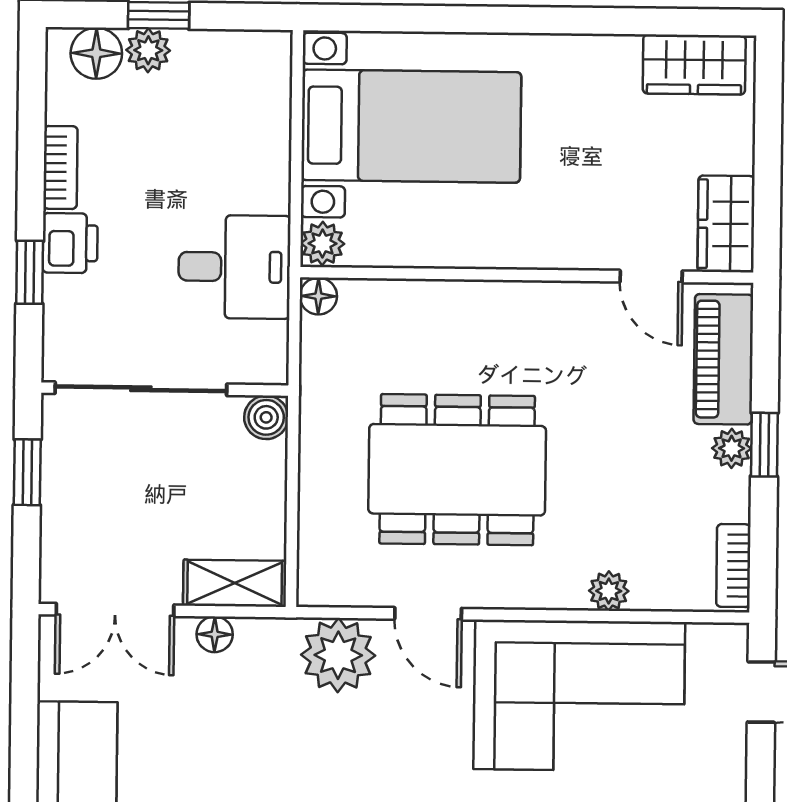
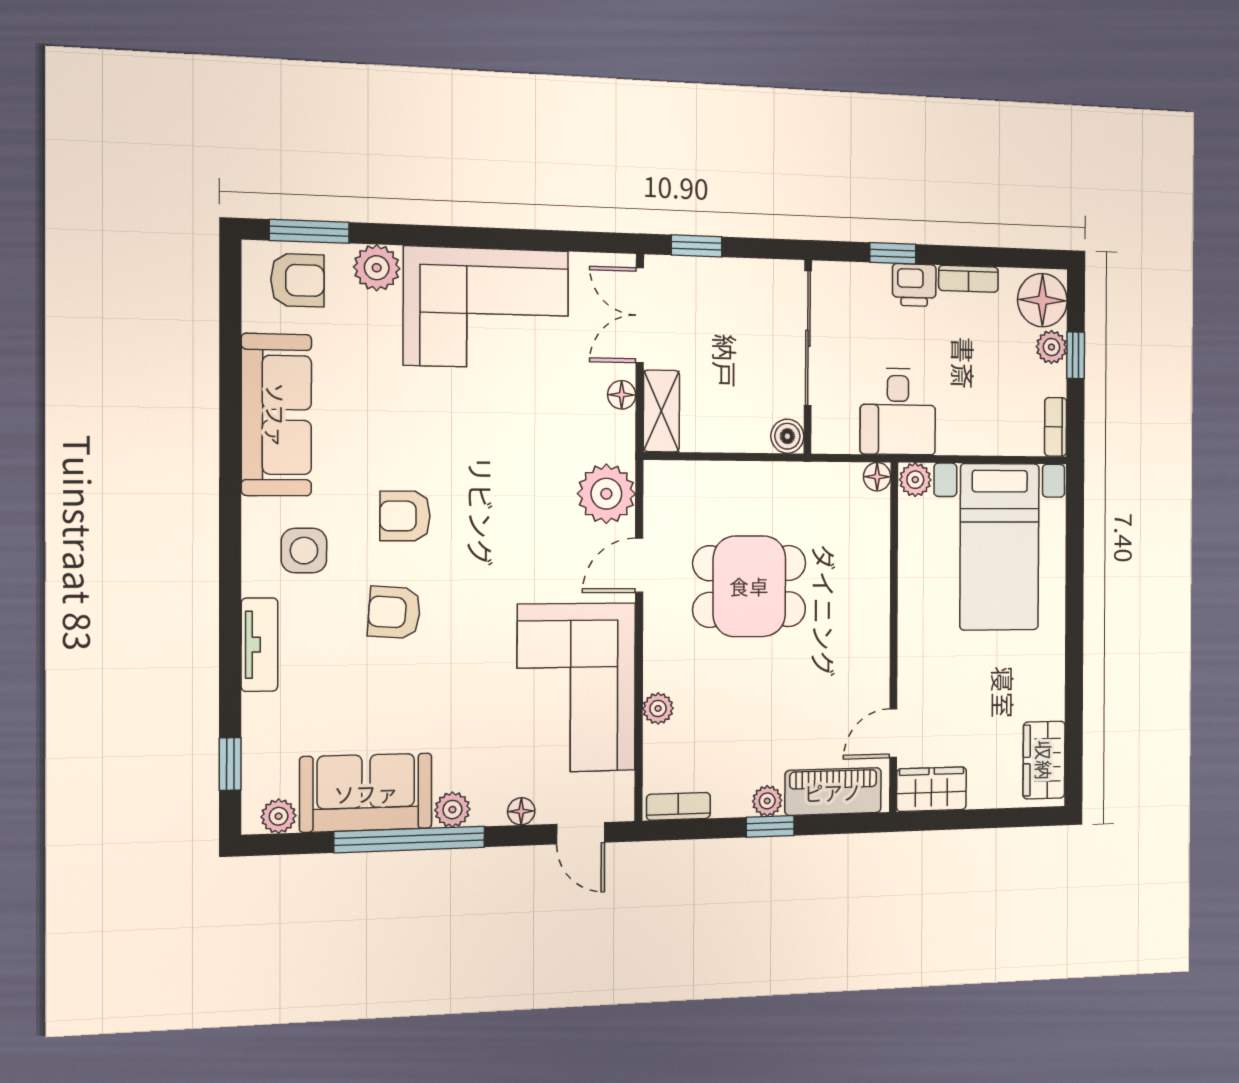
bookcase: (254, 45) -> (1056, 427), added
floor lamp: (96, 53) -> (1042, 300), width x1.38, depth x1.38
dining table: (457, 470) -> (749, 586), width x0.73
window: (27, 472) -> (697, 246), moved
floor lamp: (730, 767) -> (521, 811), added

